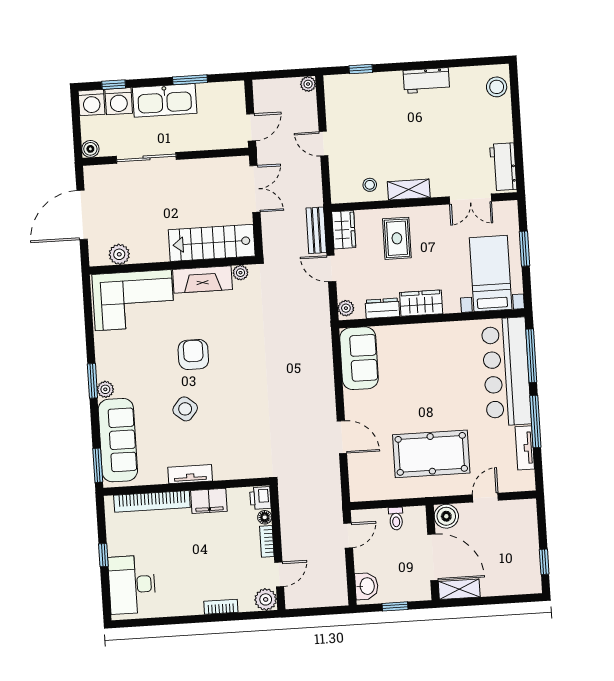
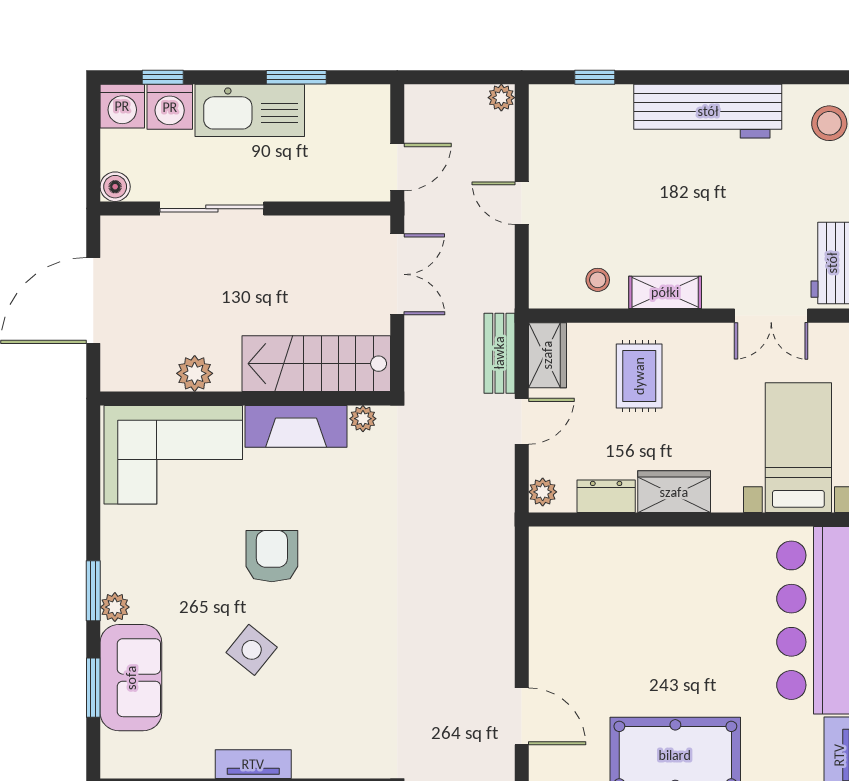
workbench: (426, 81) -> (708, 111), width x1.88, depth x1.32
plant: (119, 254) -> (195, 373), moved
door: (331, 268) -> (522, 421), swing flipped
sofa: (359, 358) -> (560, 581), removed
sofa: (118, 440) -> (131, 678), width x0.73
window: (98, 465) -> (93, 688), moved

